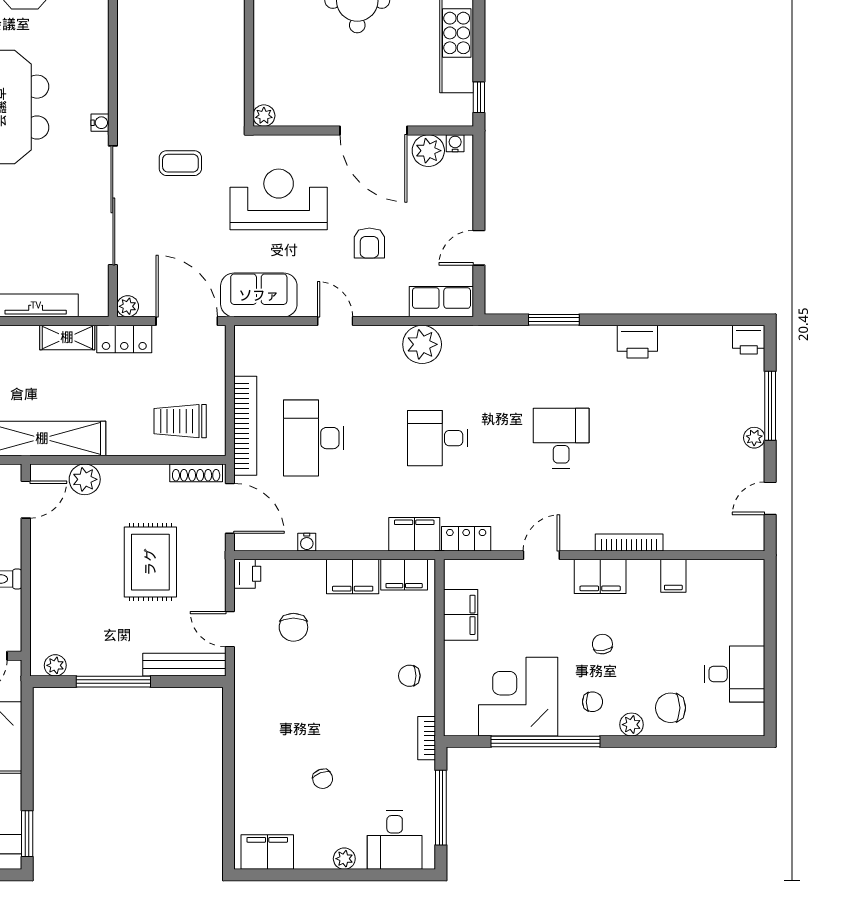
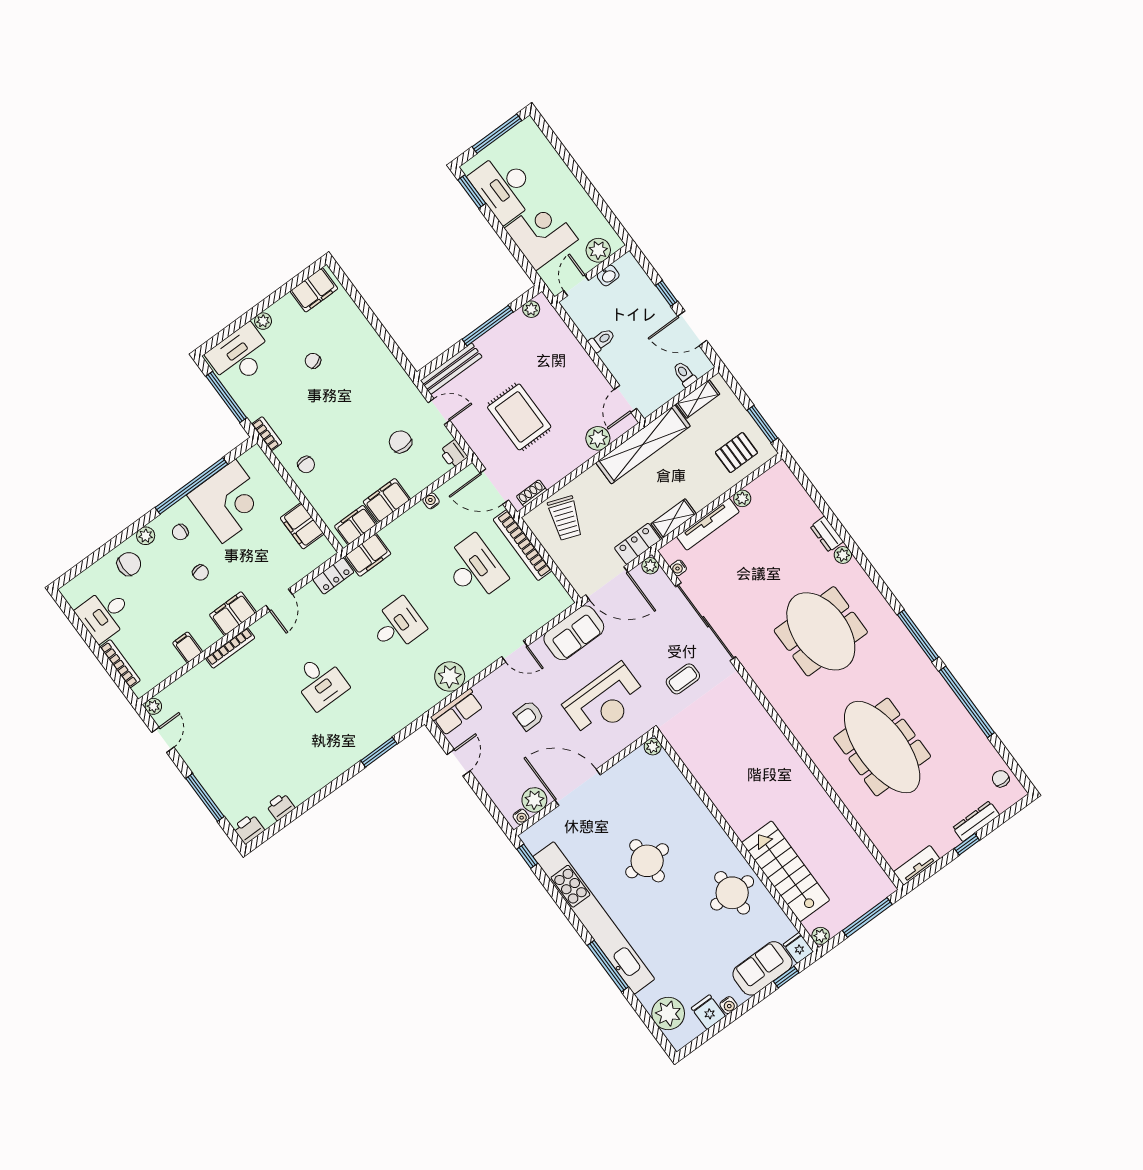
water cooler: (100, 123) -> (678, 568), moved
armchair: (369, 243) -> (529, 716), turned -90
printer: (637, 342) -> (280, 807), moved, width x0.73, depth x0.81
trolley: (180, 421) -> (565, 518), turned 110
plant: (754, 438) -> (153, 706), moved
shoe rack: (196, 473) -> (532, 493), width x0.70
bookcase: (756, 610) -> (120, 664), added
chair: (409, 676) -> (306, 465), turned 90
desk: (395, 840) -> (240, 356), width x1.37

